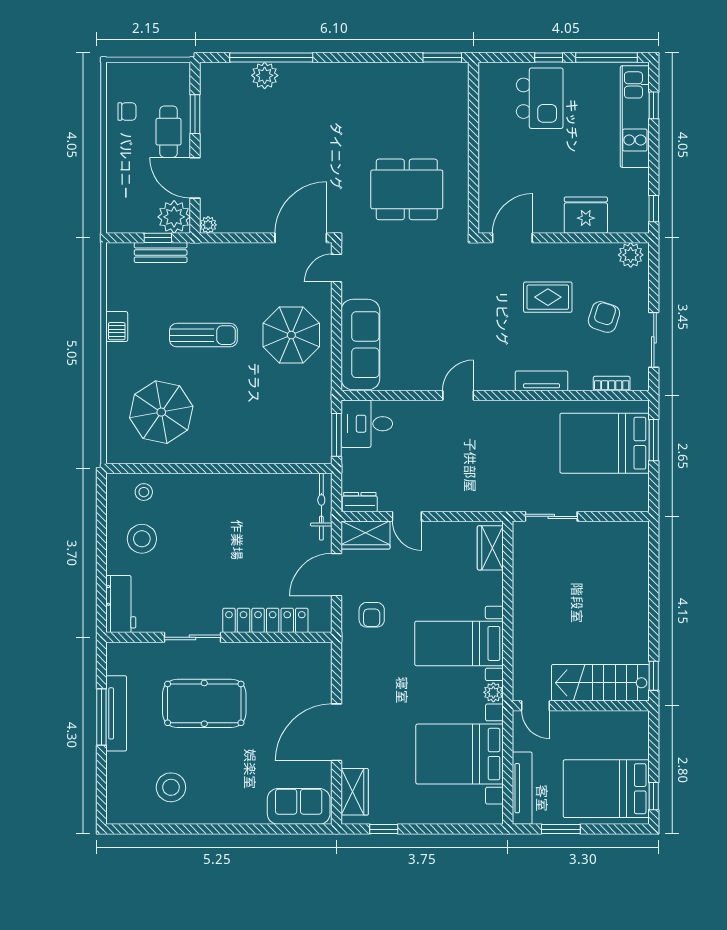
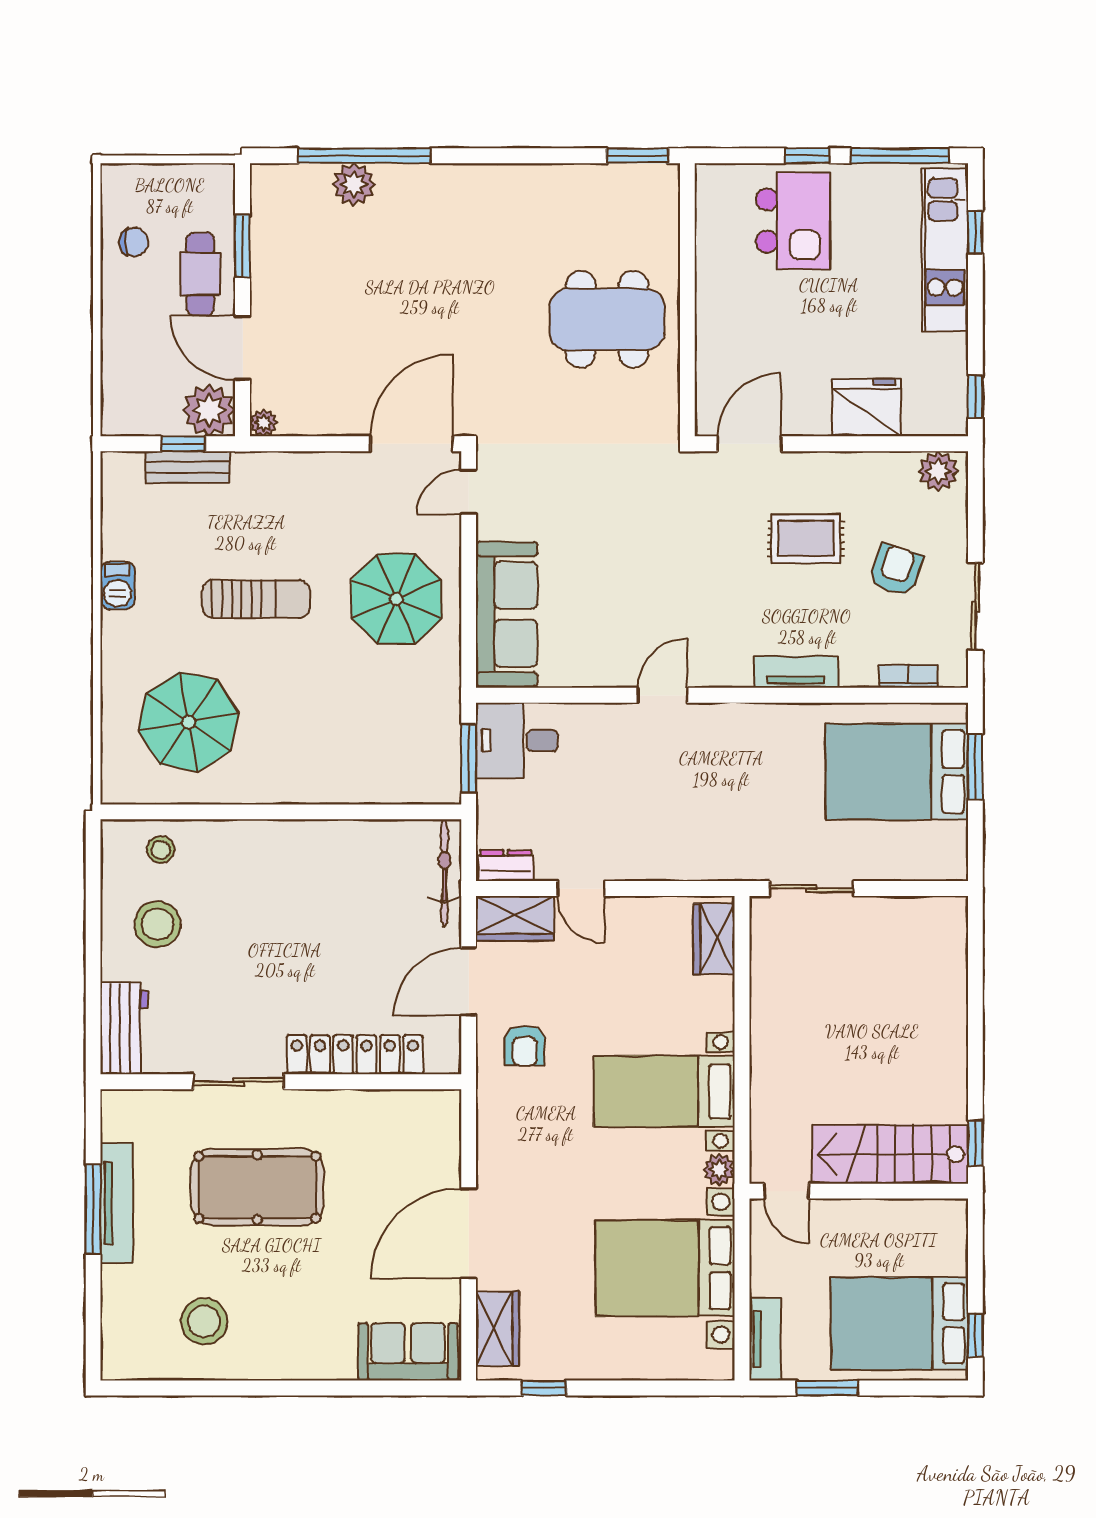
dining table: (407, 189) -> (607, 319), moved
tv unit: (522, 788) -> (765, 1340), width x0.71

